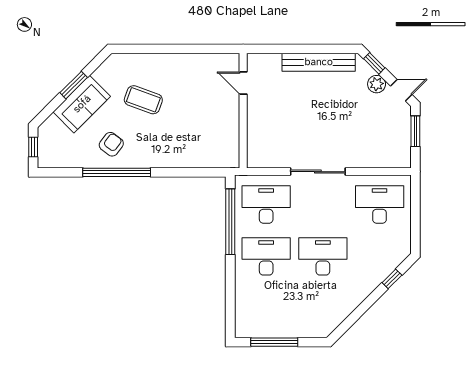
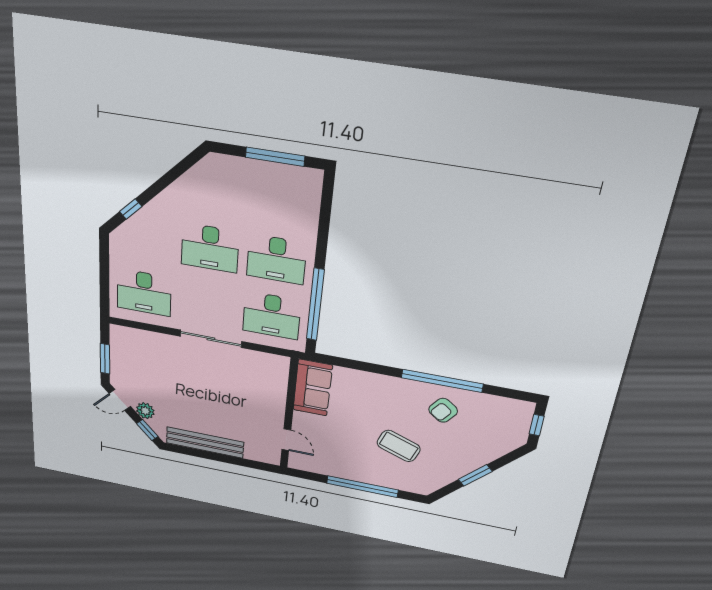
window: (169, 49) -> (362, 487), added
sofa: (82, 104) -> (313, 388), moved, turned 135

